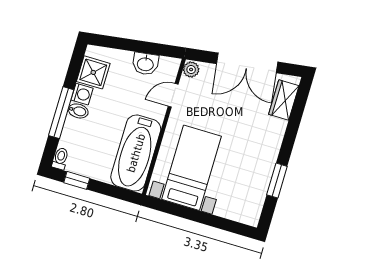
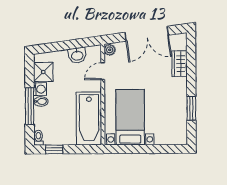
wardrobe: (284, 100) -> (180, 64), moved

